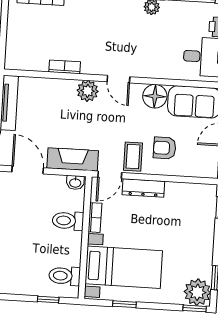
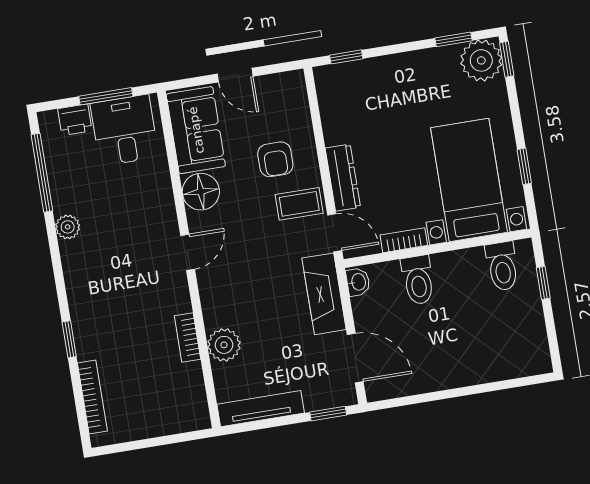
plant: (88, 91) -> (224, 345), moved
door: (28, 170) -> (355, 358), swing flipped

